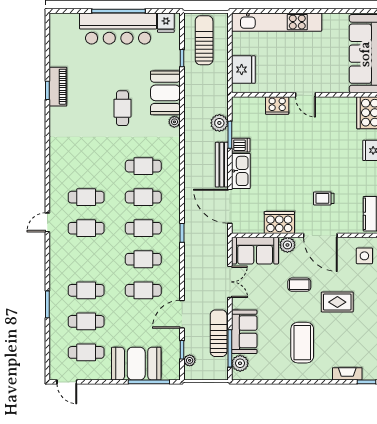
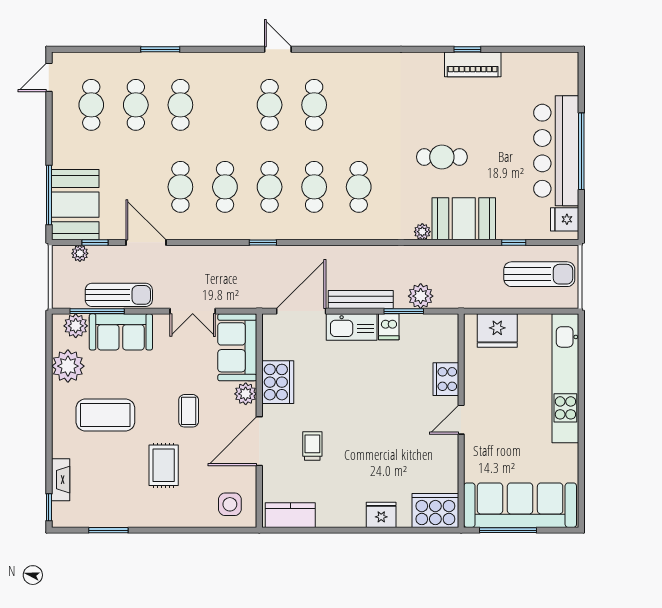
booth: (136, 364) -> (75, 205), moved
plant: (268, 369) -> (68, 366), added

